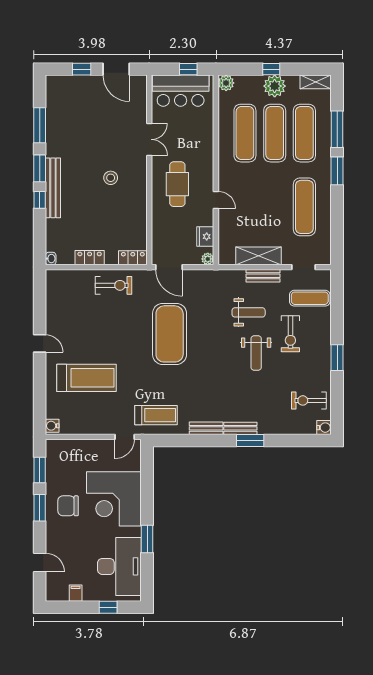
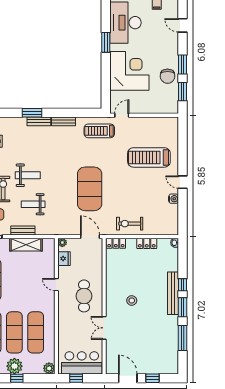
weight bench: (256, 353) -> (28, 175), turned 90
water cooler: (52, 426) -> (174, 199), moved
chair: (68, 506) -> (168, 76), moved, turned 90

